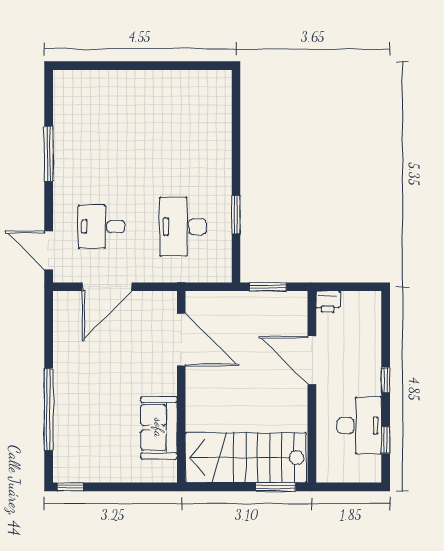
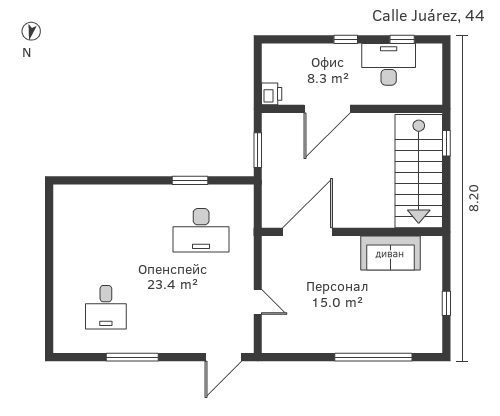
desk: (101, 227) -> (106, 307), moved
door: (107, 287) -> (258, 302), width x0.53
window: (70, 487) -> (446, 303), moved
window: (275, 487) -> (446, 143), width x0.67

